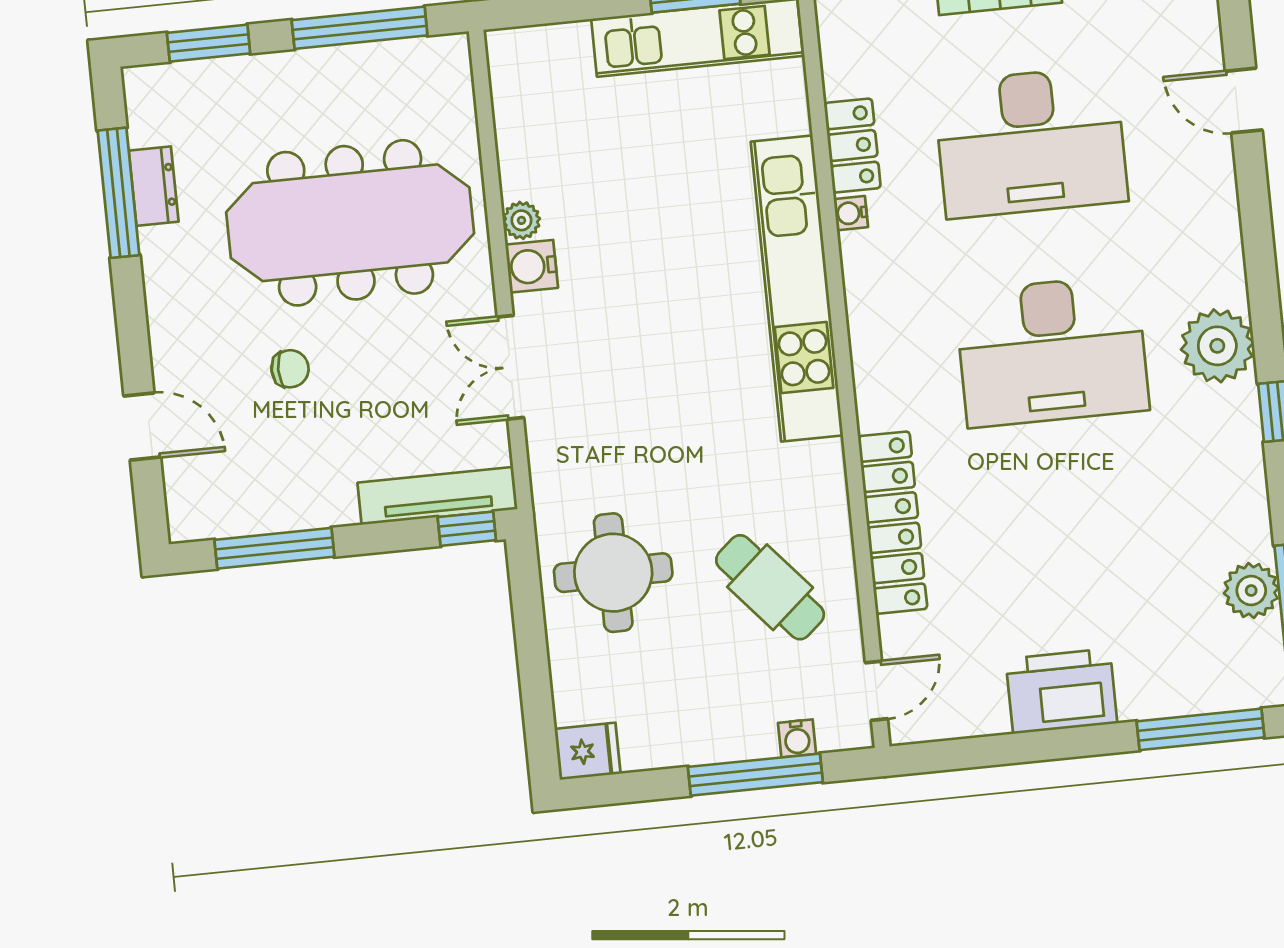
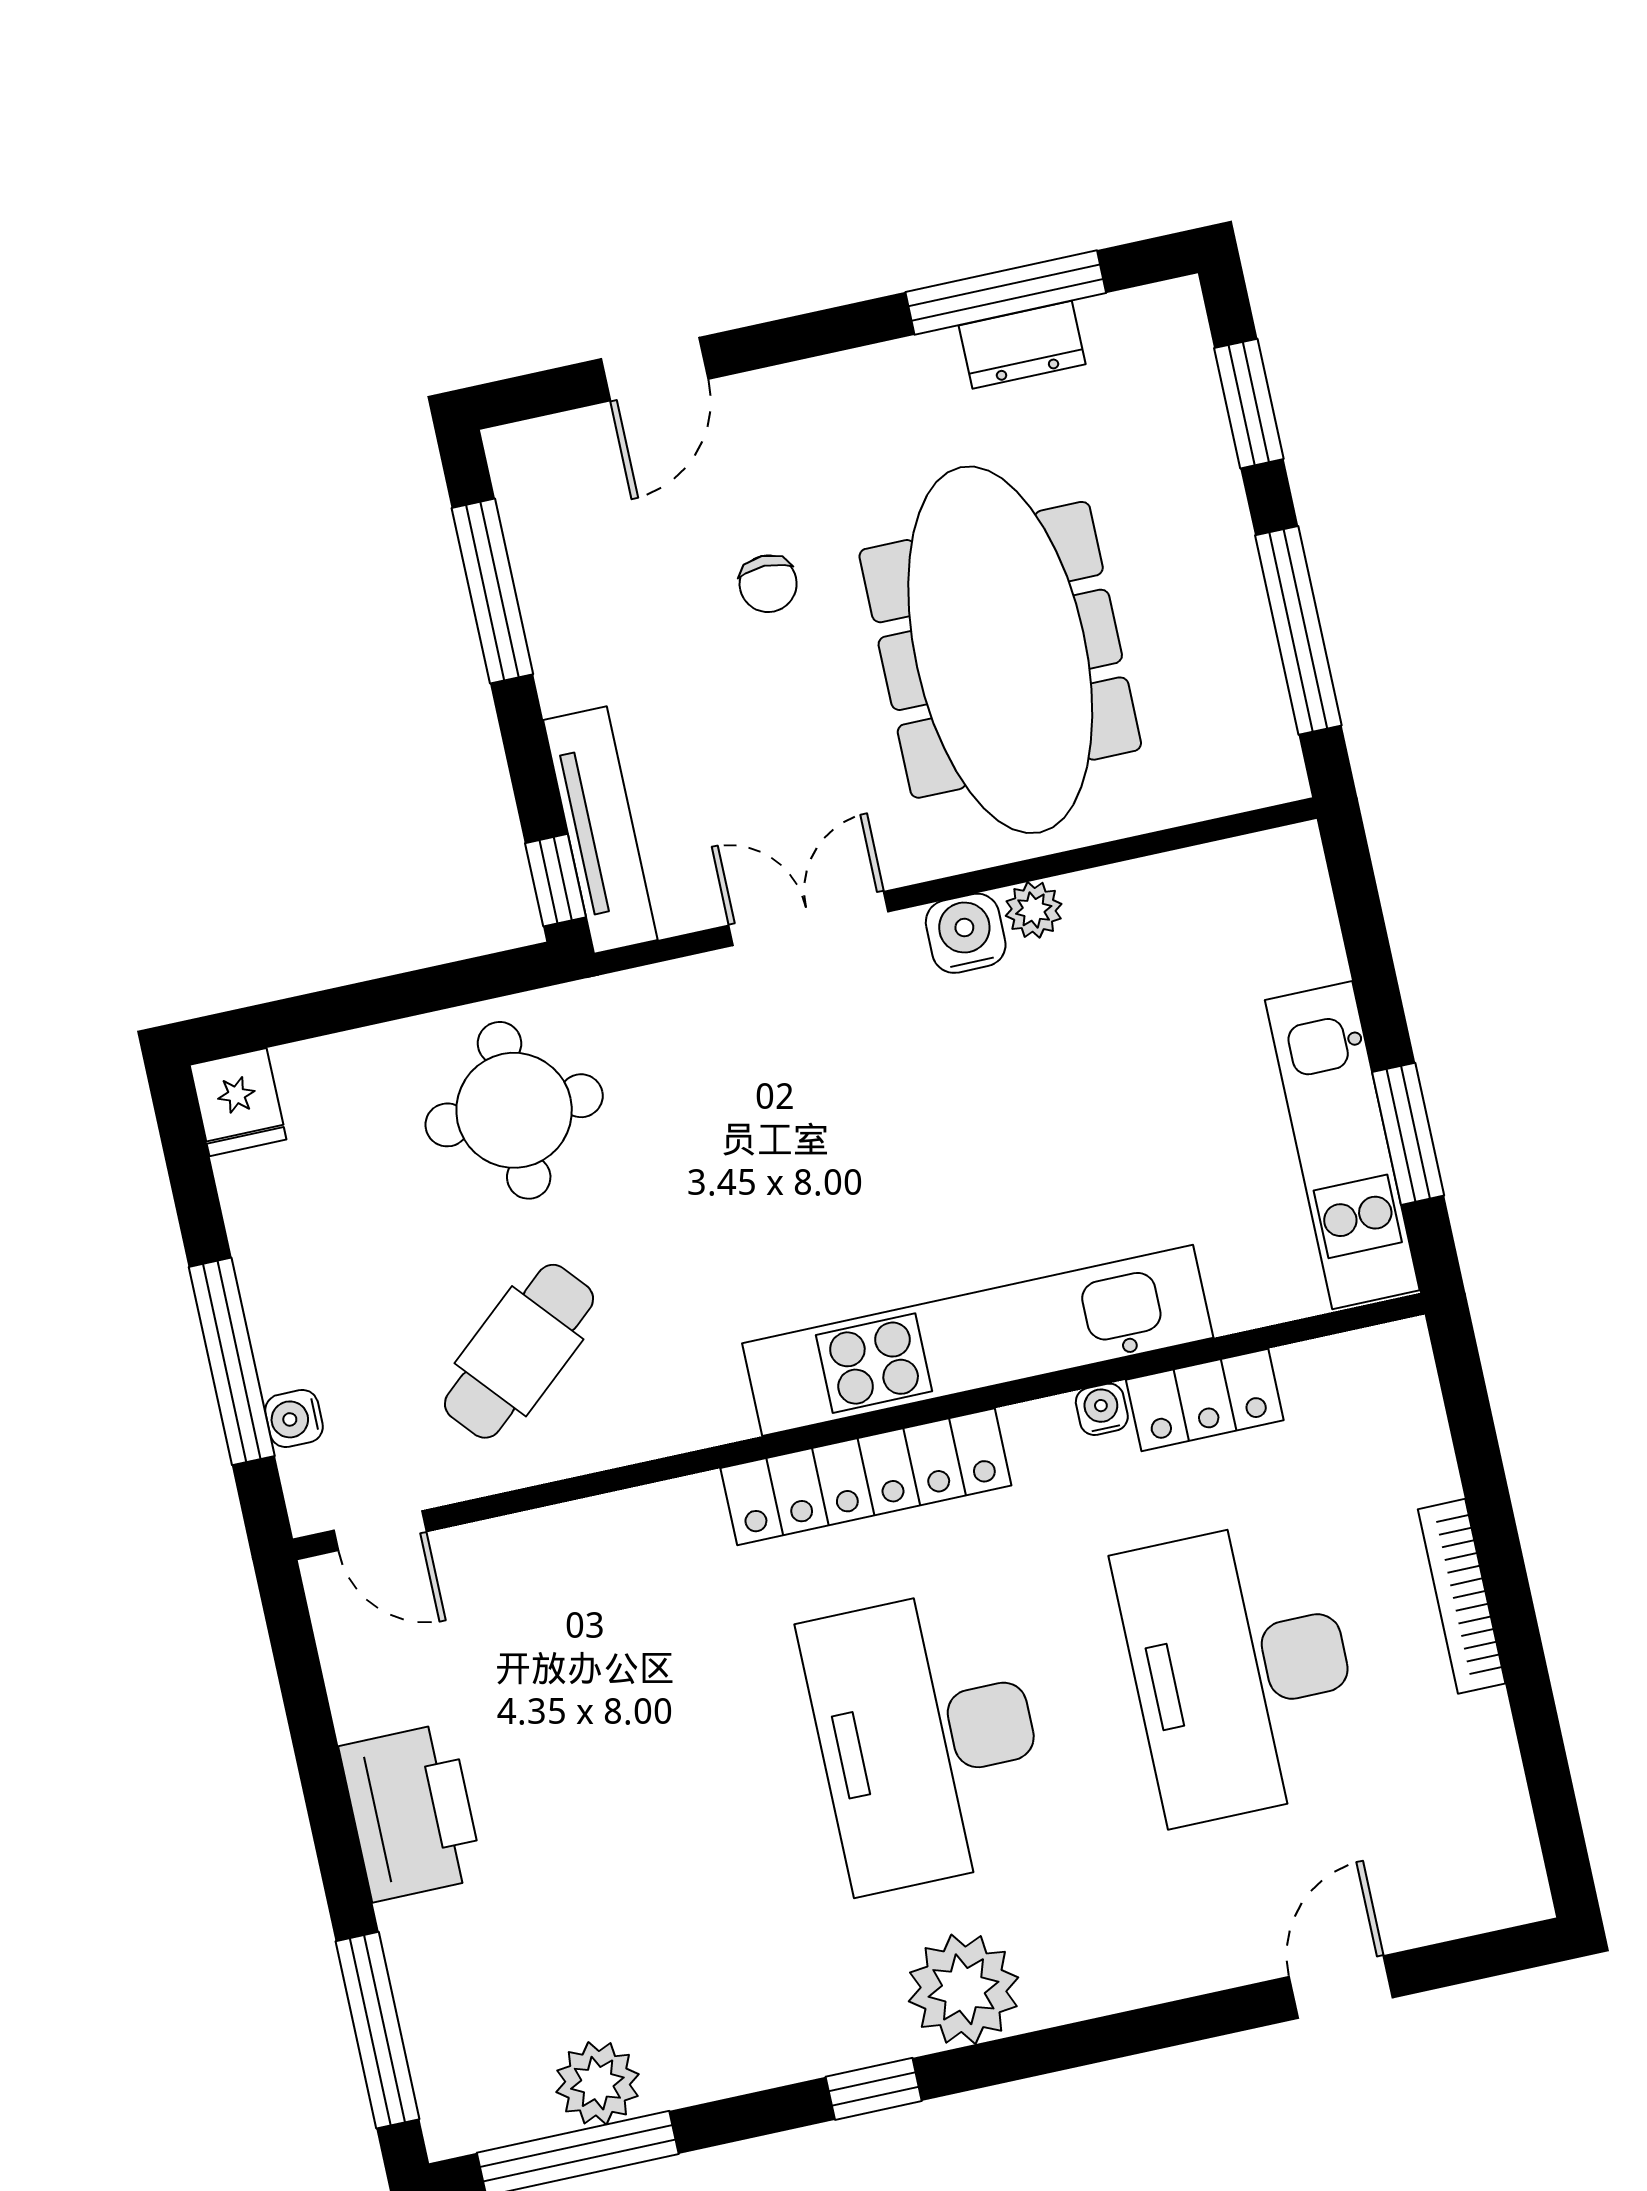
locker: (893, 523) -> (866, 1477), moved

